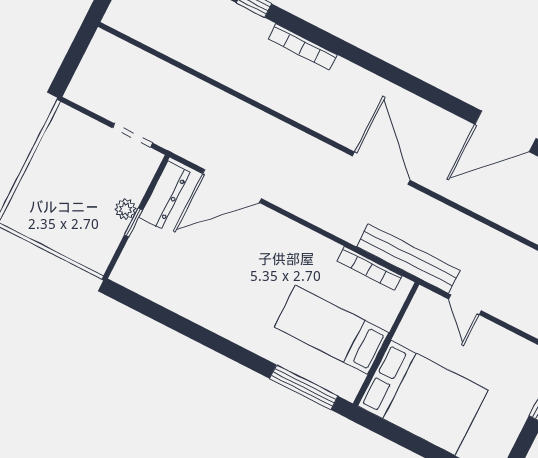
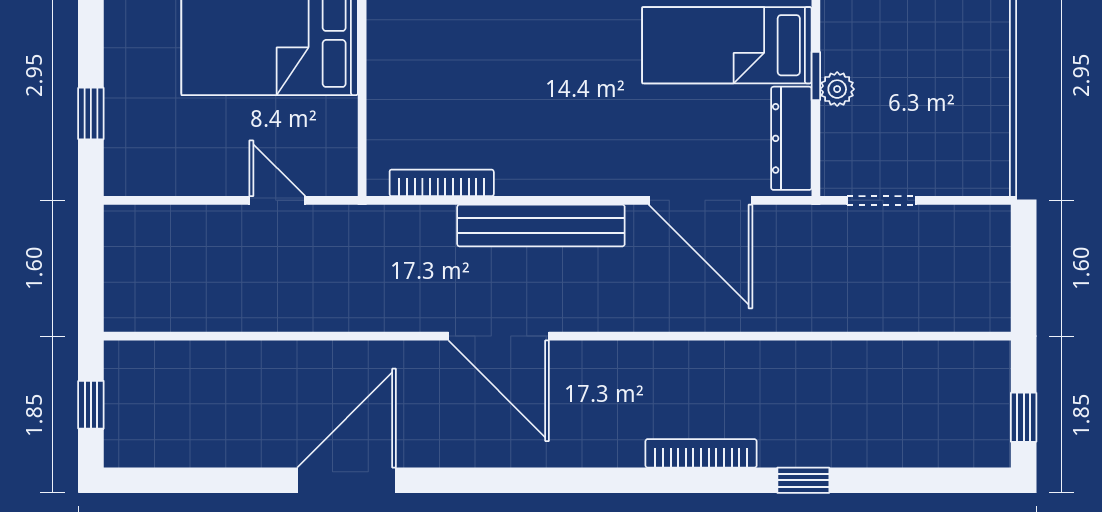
door: (232, 186) -> (701, 200), swing flipped
bench: (408, 259) -> (541, 226), moved
bed: (332, 330) -> (727, 45), moved, turned 180

